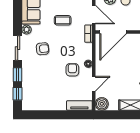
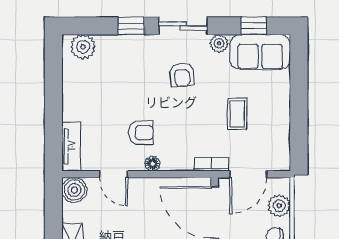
window: (18, 94) -> (254, 26), moved
plant: (28, 99) -> (83, 47), added

